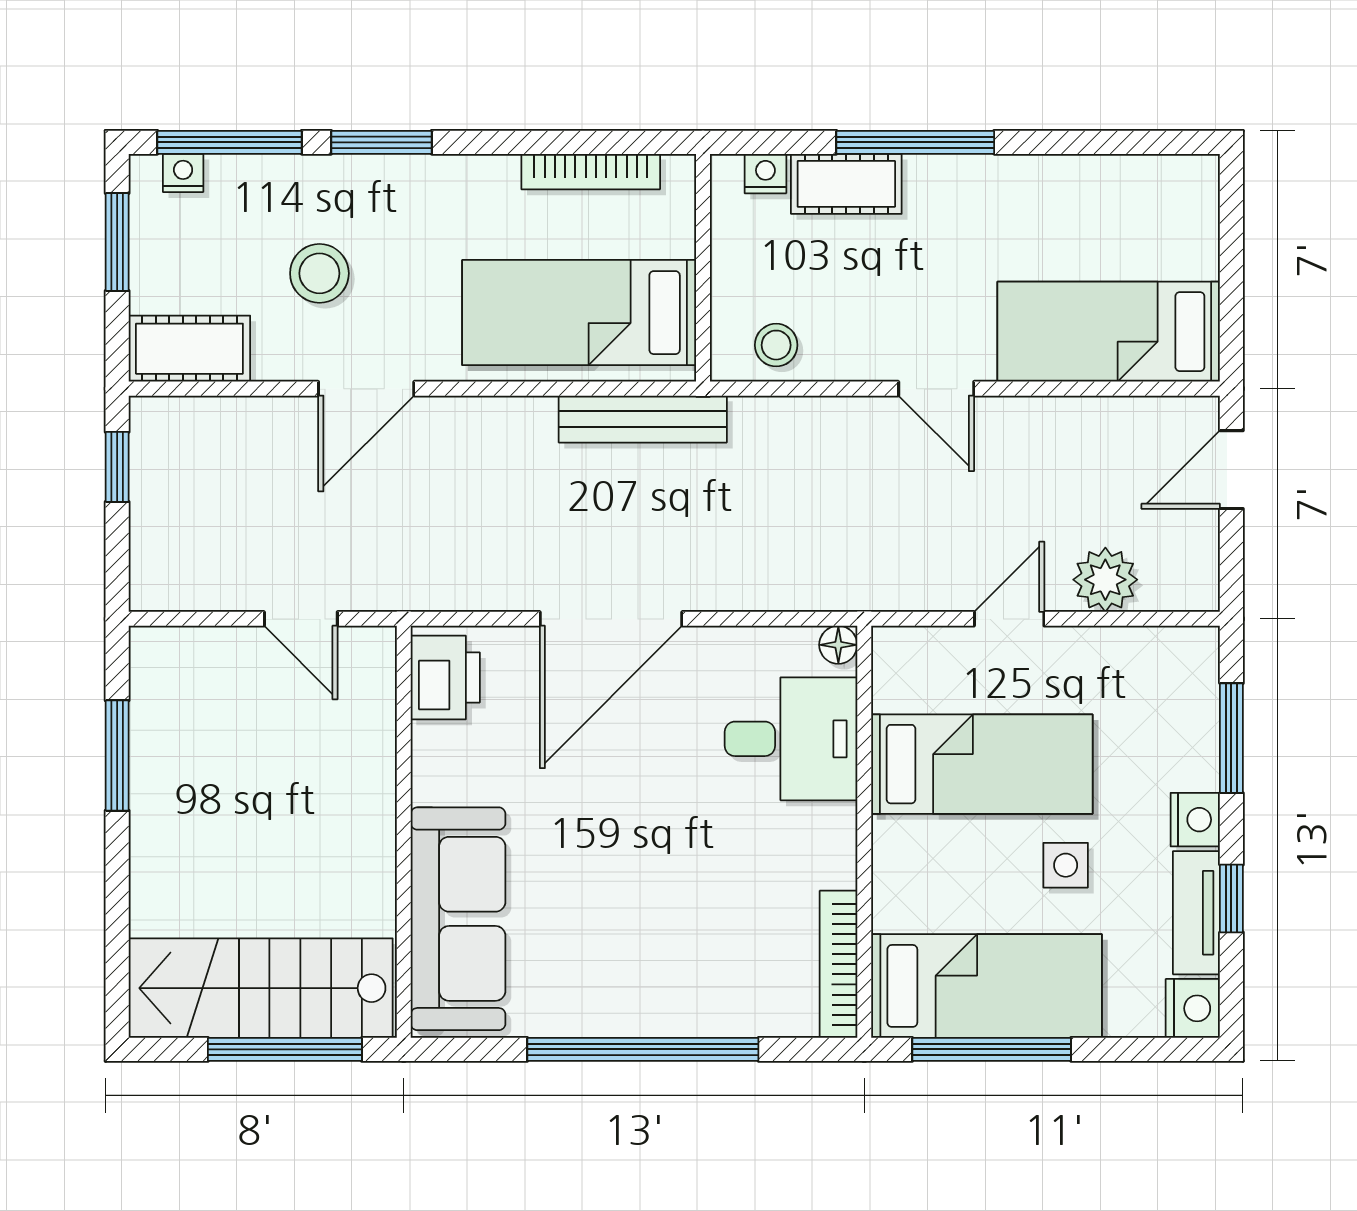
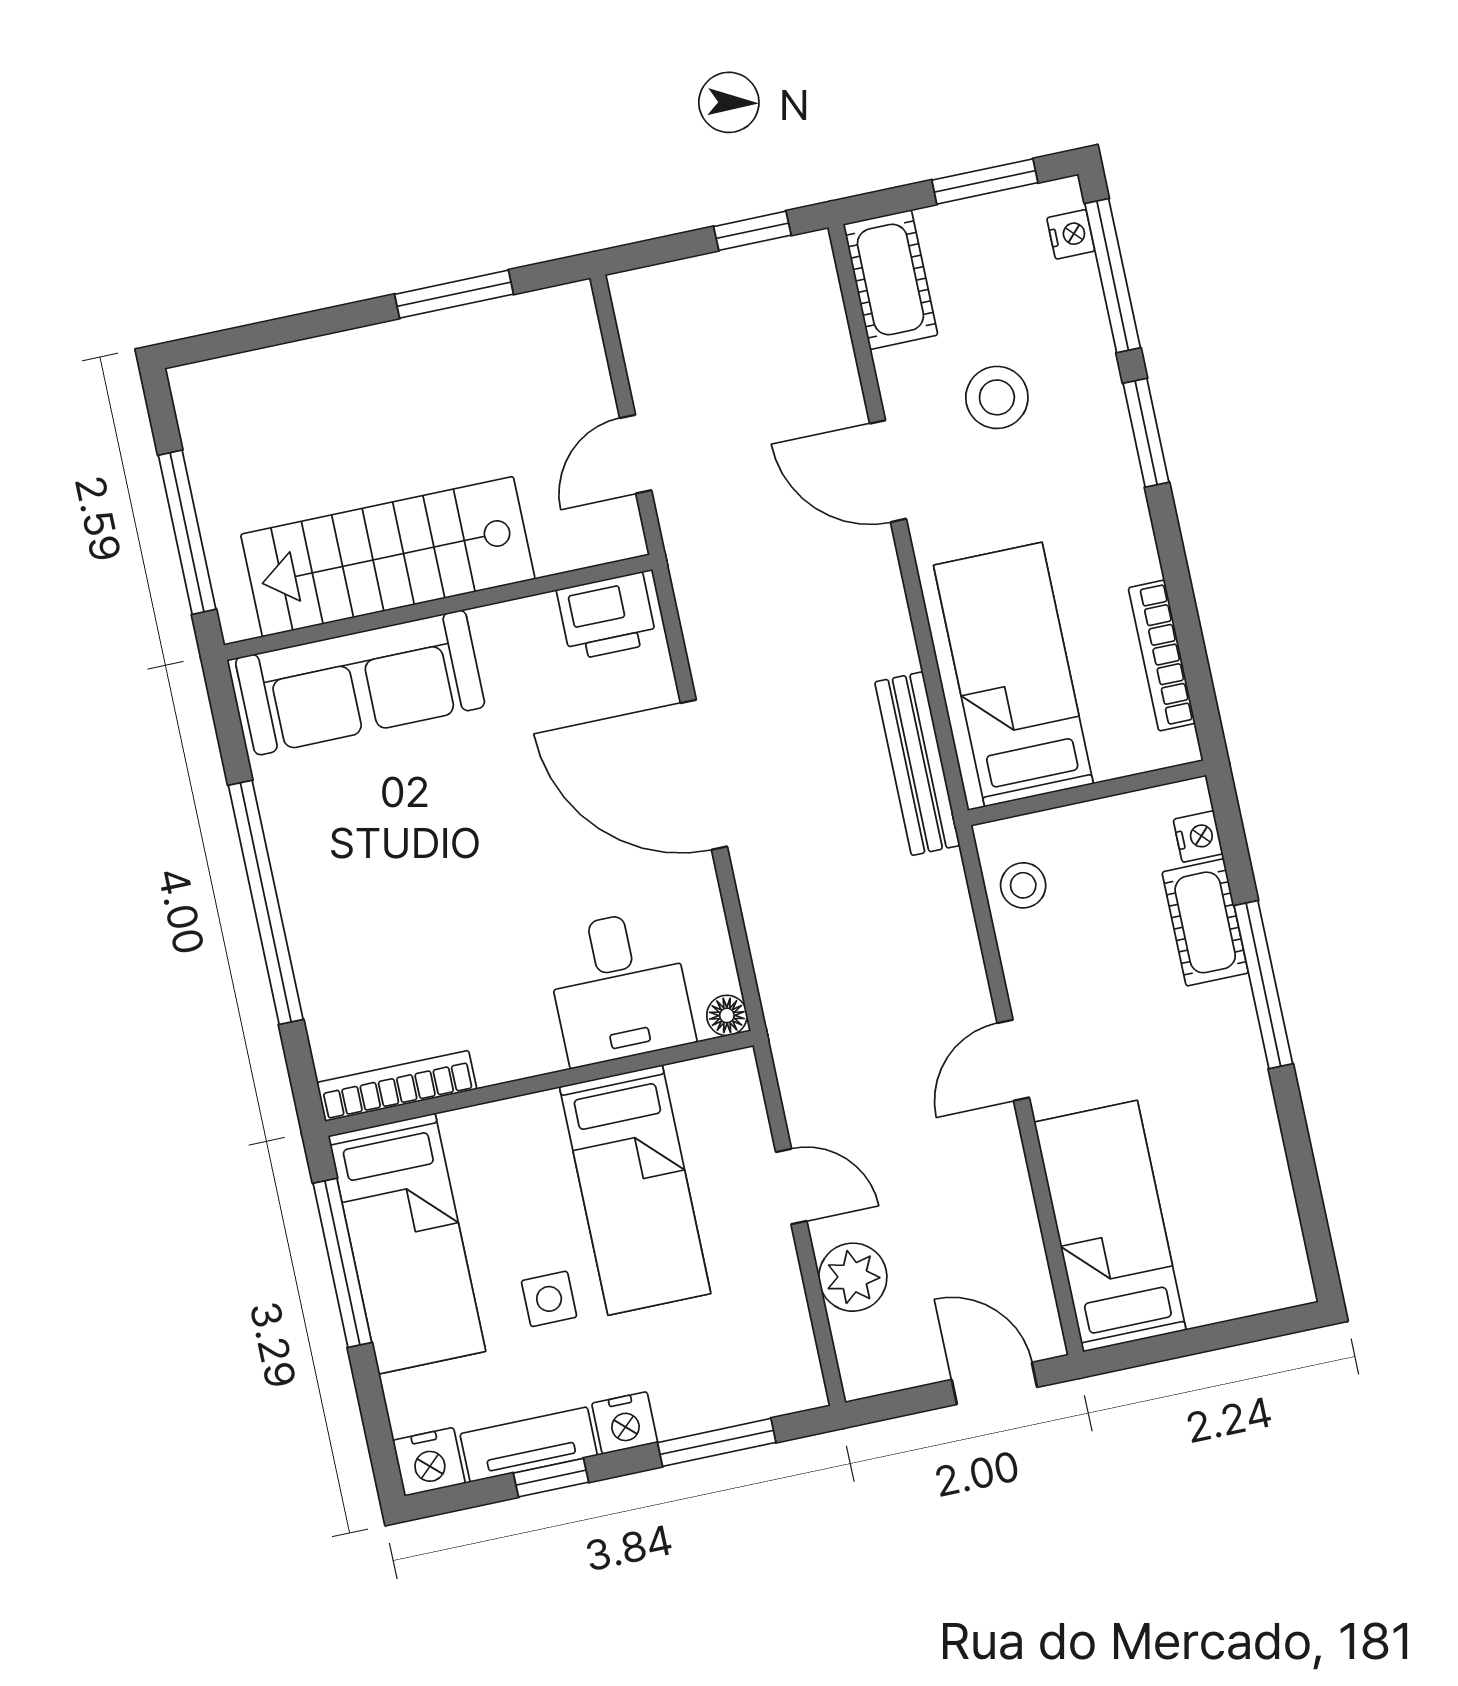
stairs: (261, 988) -> (388, 557), moved, turned -90

